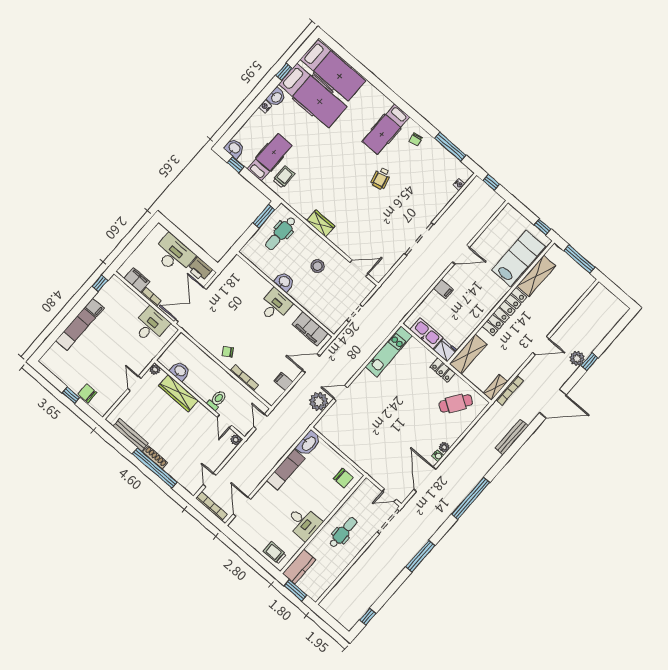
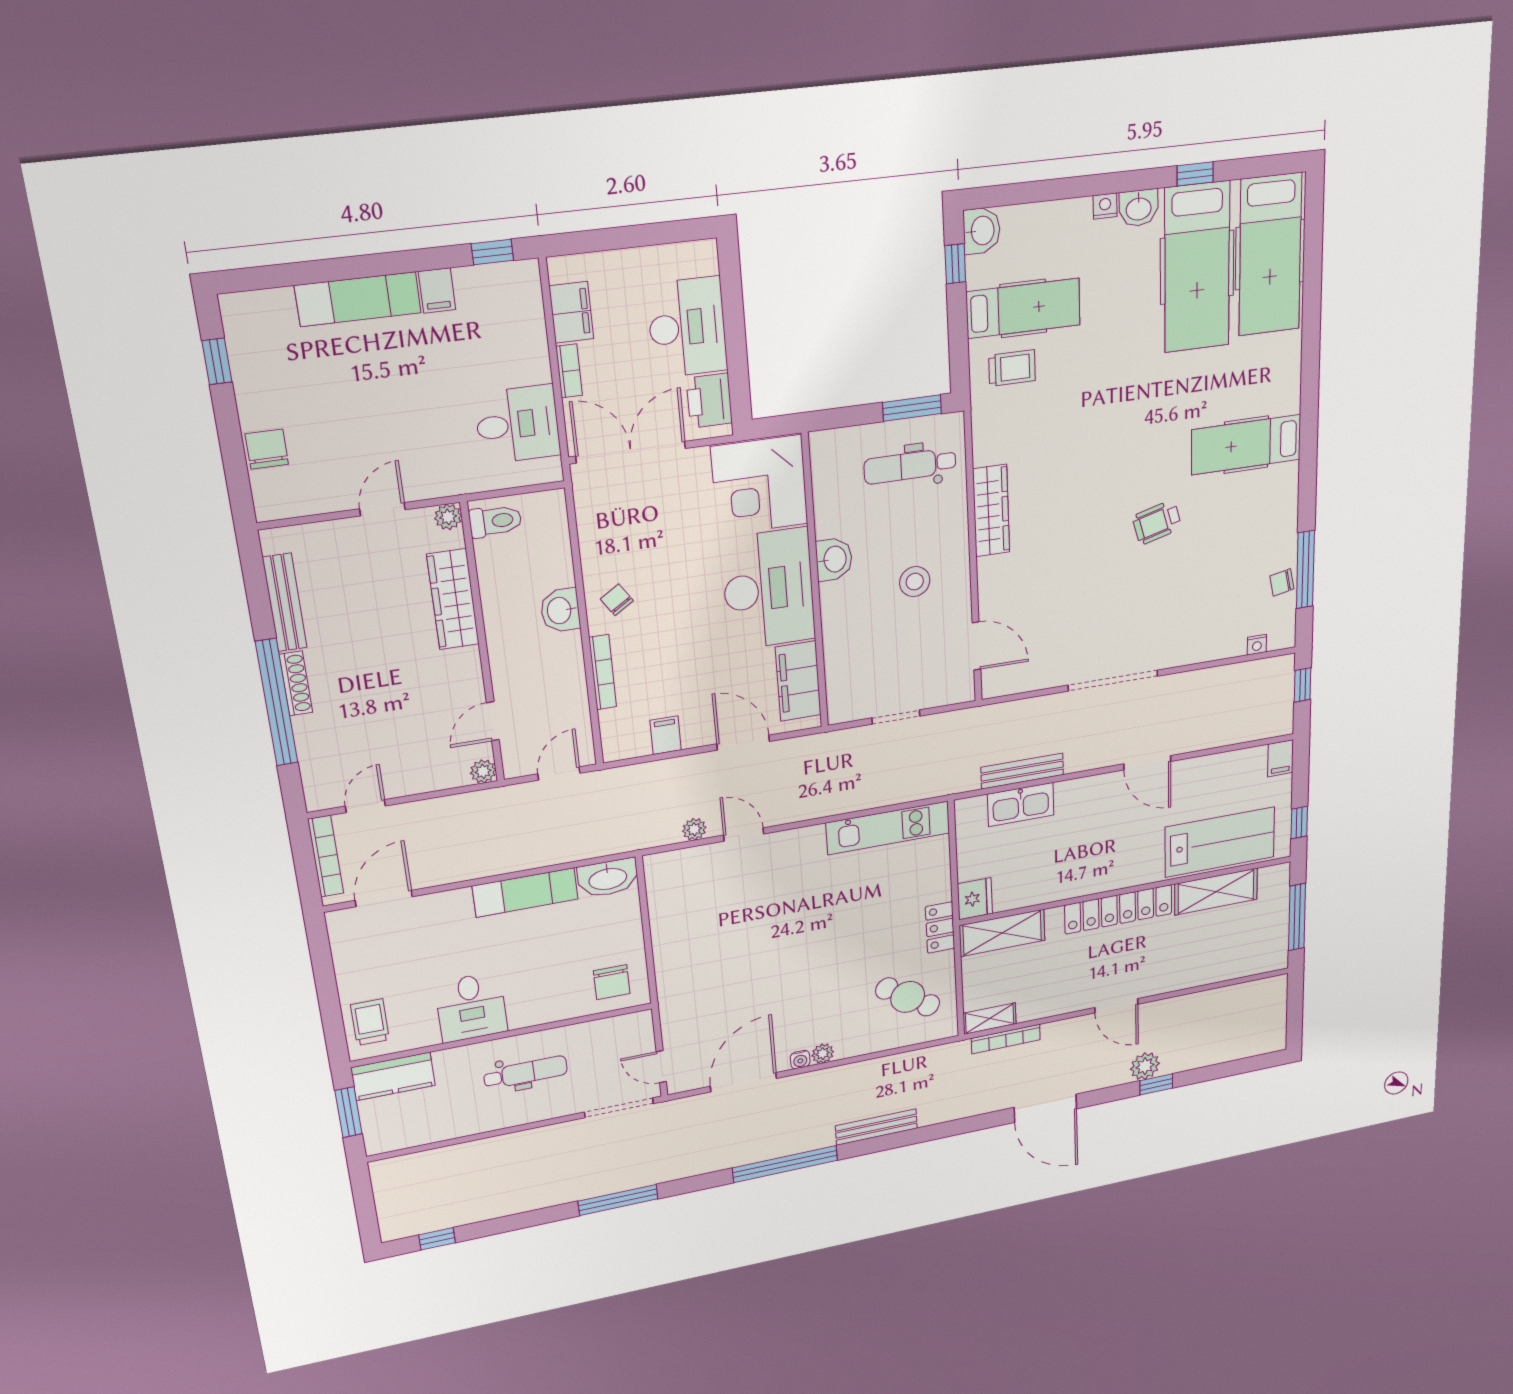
chair: (416, 139) -> (1282, 582), moved
wardrobe: (321, 223) -> (991, 511), width x1.50
corner desk: (239, 280) -> (760, 485), added
filing cabinet: (444, 289) -> (1280, 758), moved
bench: (418, 294) -> (1022, 771), added
desk: (275, 305) -> (769, 589), width x1.87, depth x1.30
kitchen sink: (426, 334) -> (1021, 805), moved, turned 90
washbasin: (180, 371) -> (560, 610), moved, turned 180
window: (71, 395) -> (217, 361), moved
toilet: (217, 400) -> (495, 521), moved
plant: (319, 402) -> (694, 829), width x0.53, depth x0.53
bench: (512, 437) -> (876, 1127), moved

